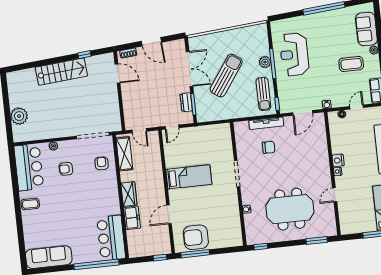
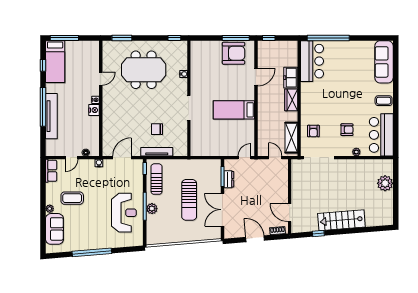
sun lounger: (226, 76) -> (189, 200), turned -35
sofa: (49, 257) -> (384, 62), moved, turned 90

